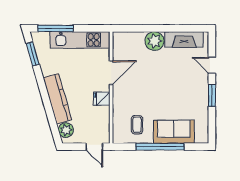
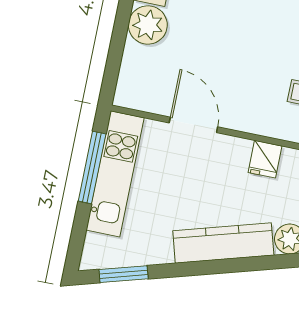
window: (55, 28) -> (92, 167), moved
fridge: (102, 99) -> (265, 159), moved

